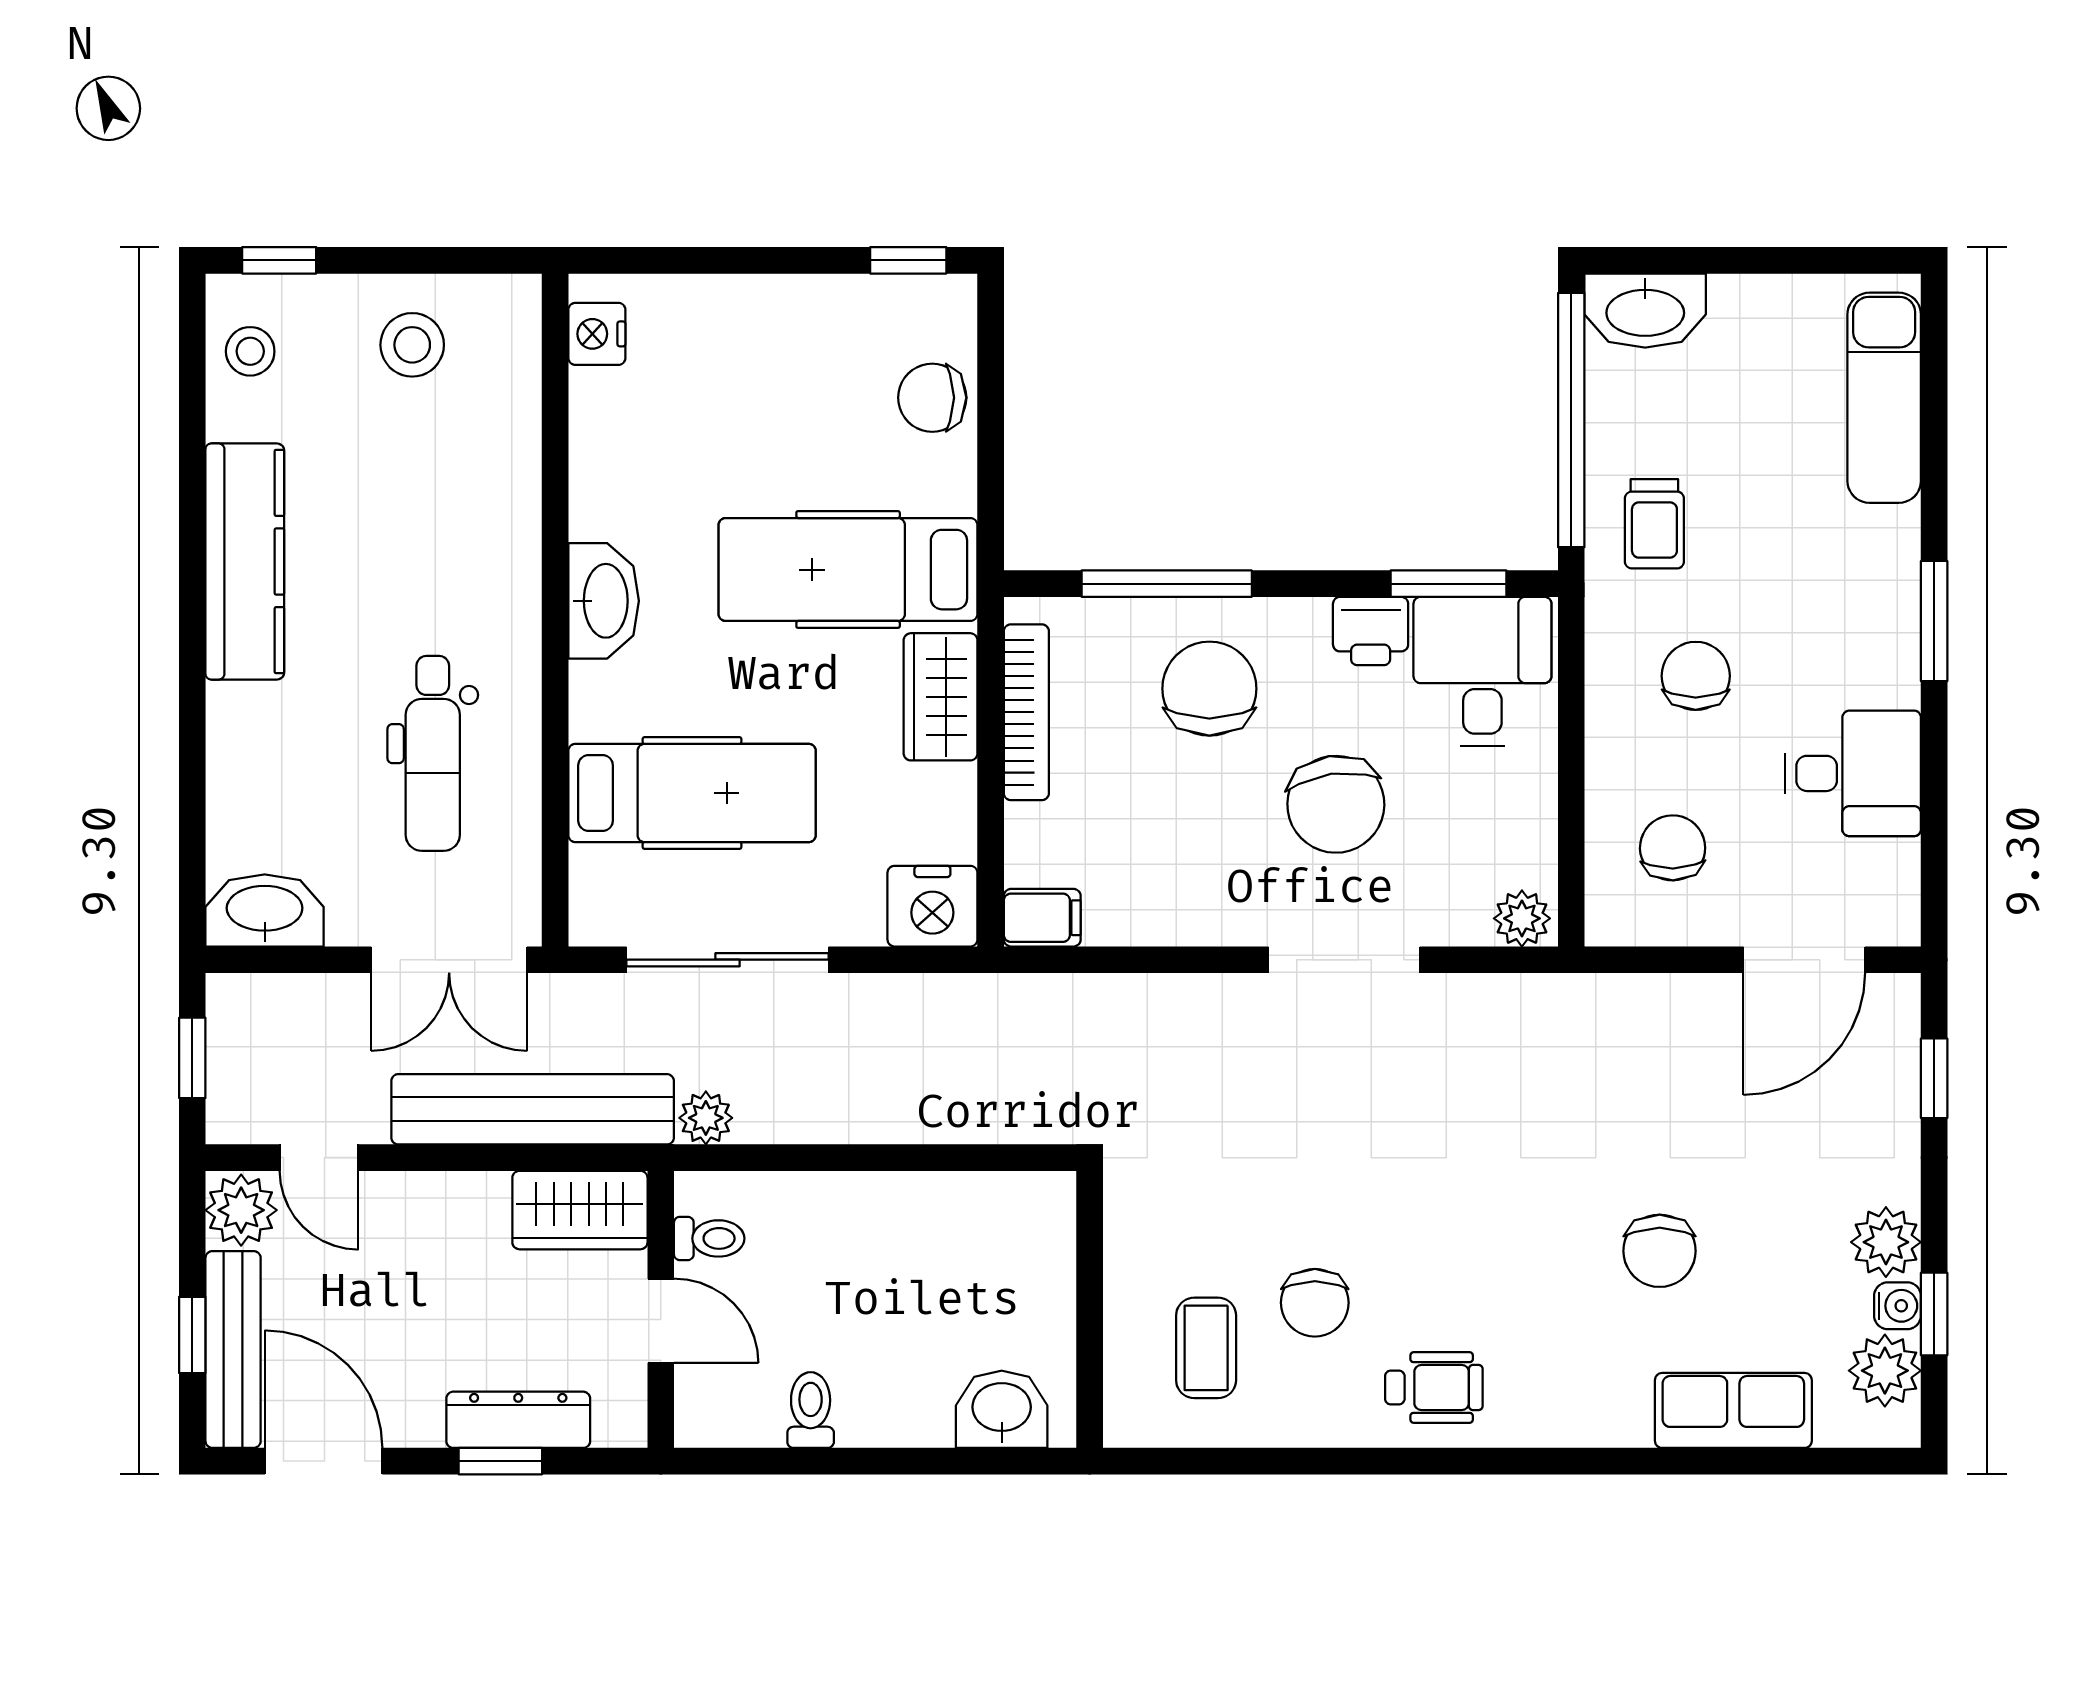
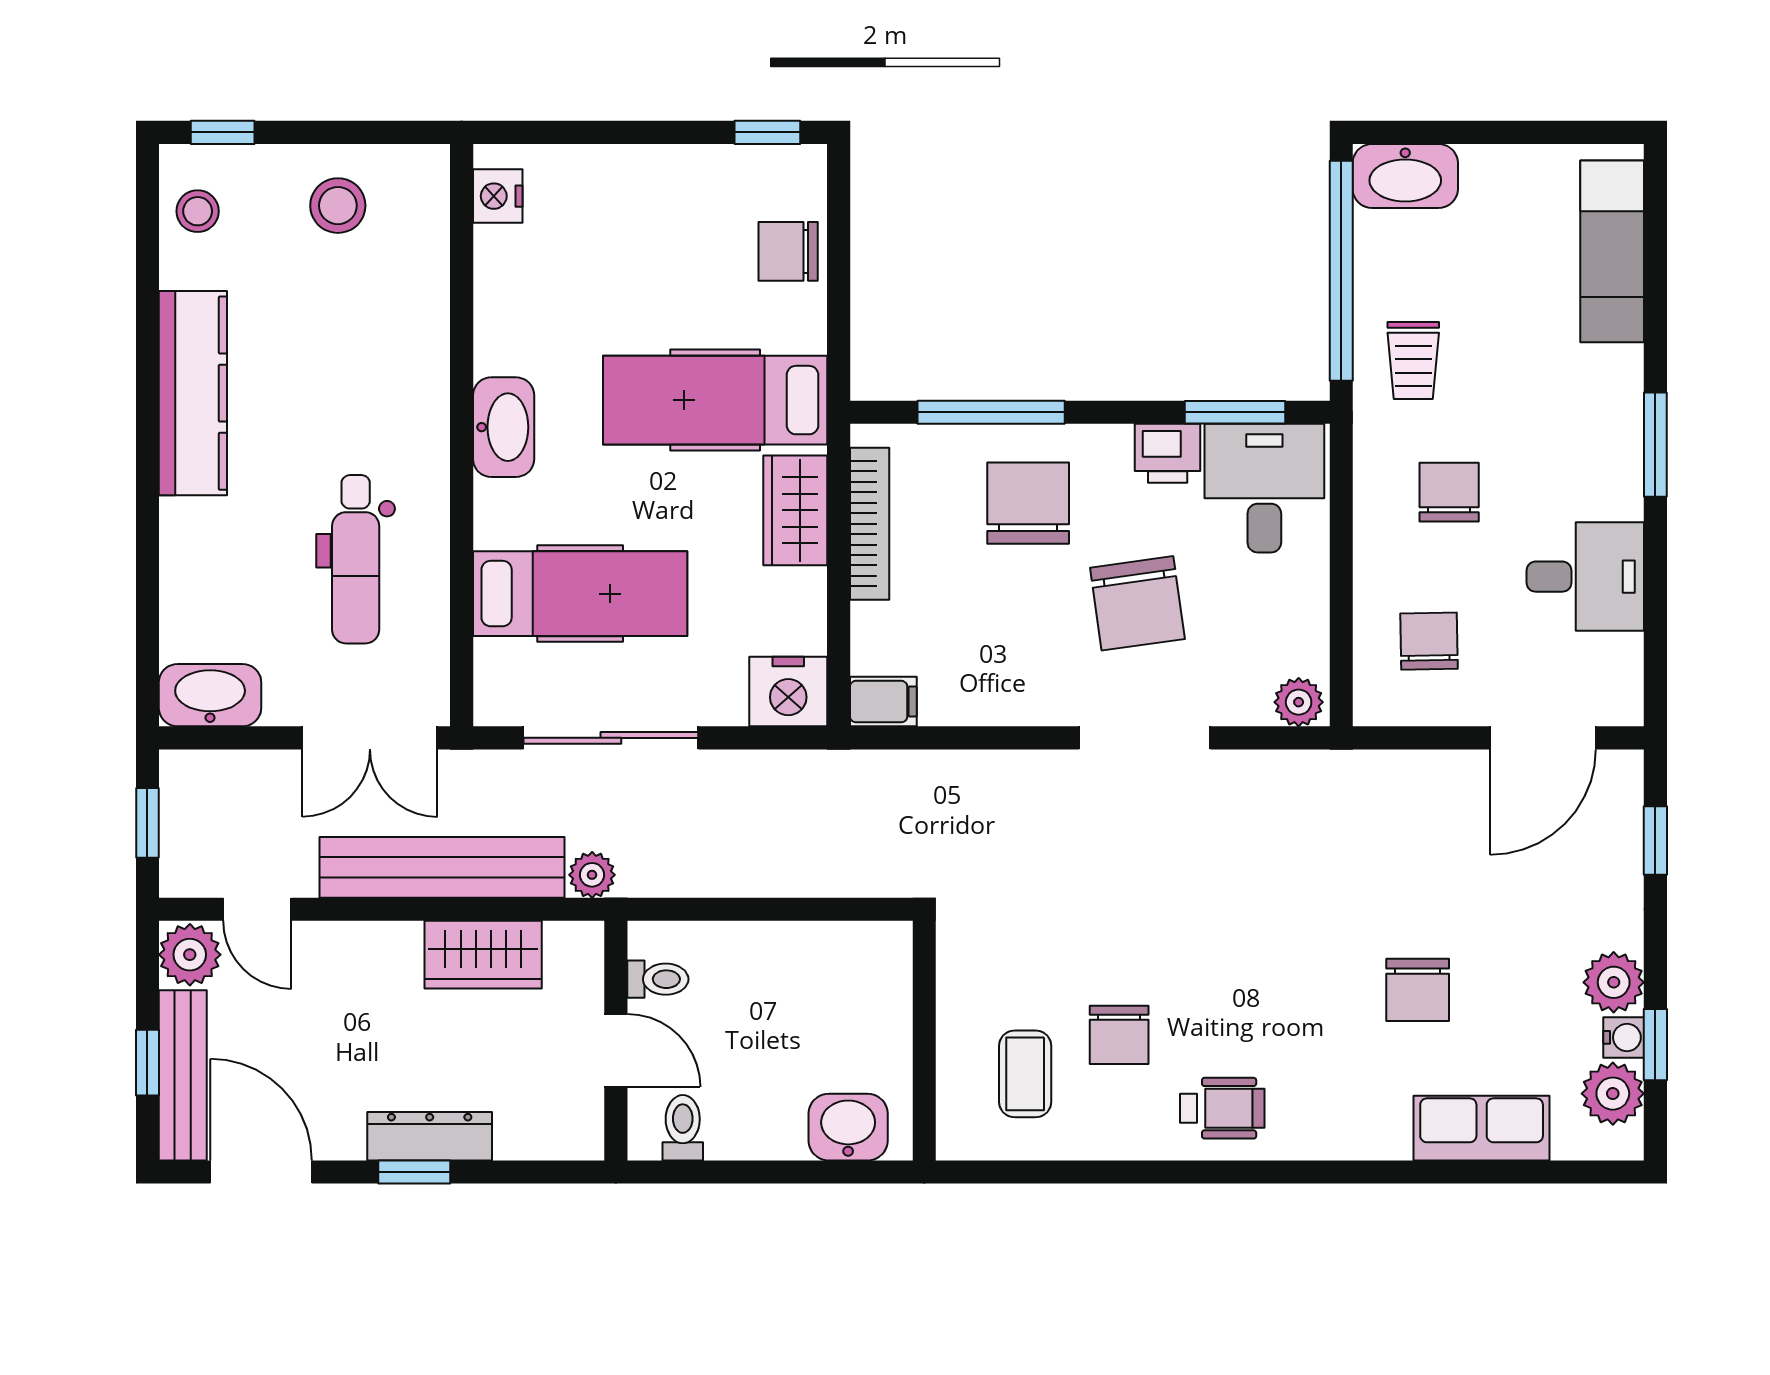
toilet: (709, 1238) -> (658, 979), moved
wall: (661, 1309) -> (616, 1041), moved
door: (661, 1321) -> (616, 1050), moved

